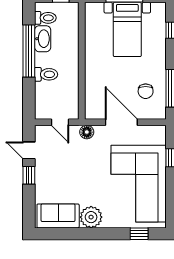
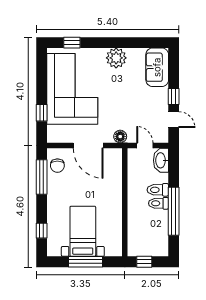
toilet: (45, 18) -> (158, 203), moved
washbasin: (43, 39) -> (161, 160), moved
chair: (146, 91) -> (57, 166), moved, turned 180
sofa: (58, 216) -> (157, 67), moved, turned 90

